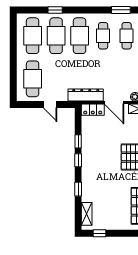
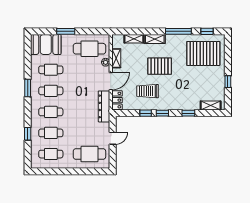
window: (121, 10) -> (28, 88), moved
cafe table: (33, 36) -> (51, 154), width x0.73, depth x0.74
cafe table: (56, 36) -> (51, 133), width x0.73, depth x0.74
cafe table: (80, 36) -> (51, 112), width x0.73, depth x0.74
trolley: (103, 144) -> (148, 91), added
window: (100, 233) -> (228, 82), moved

